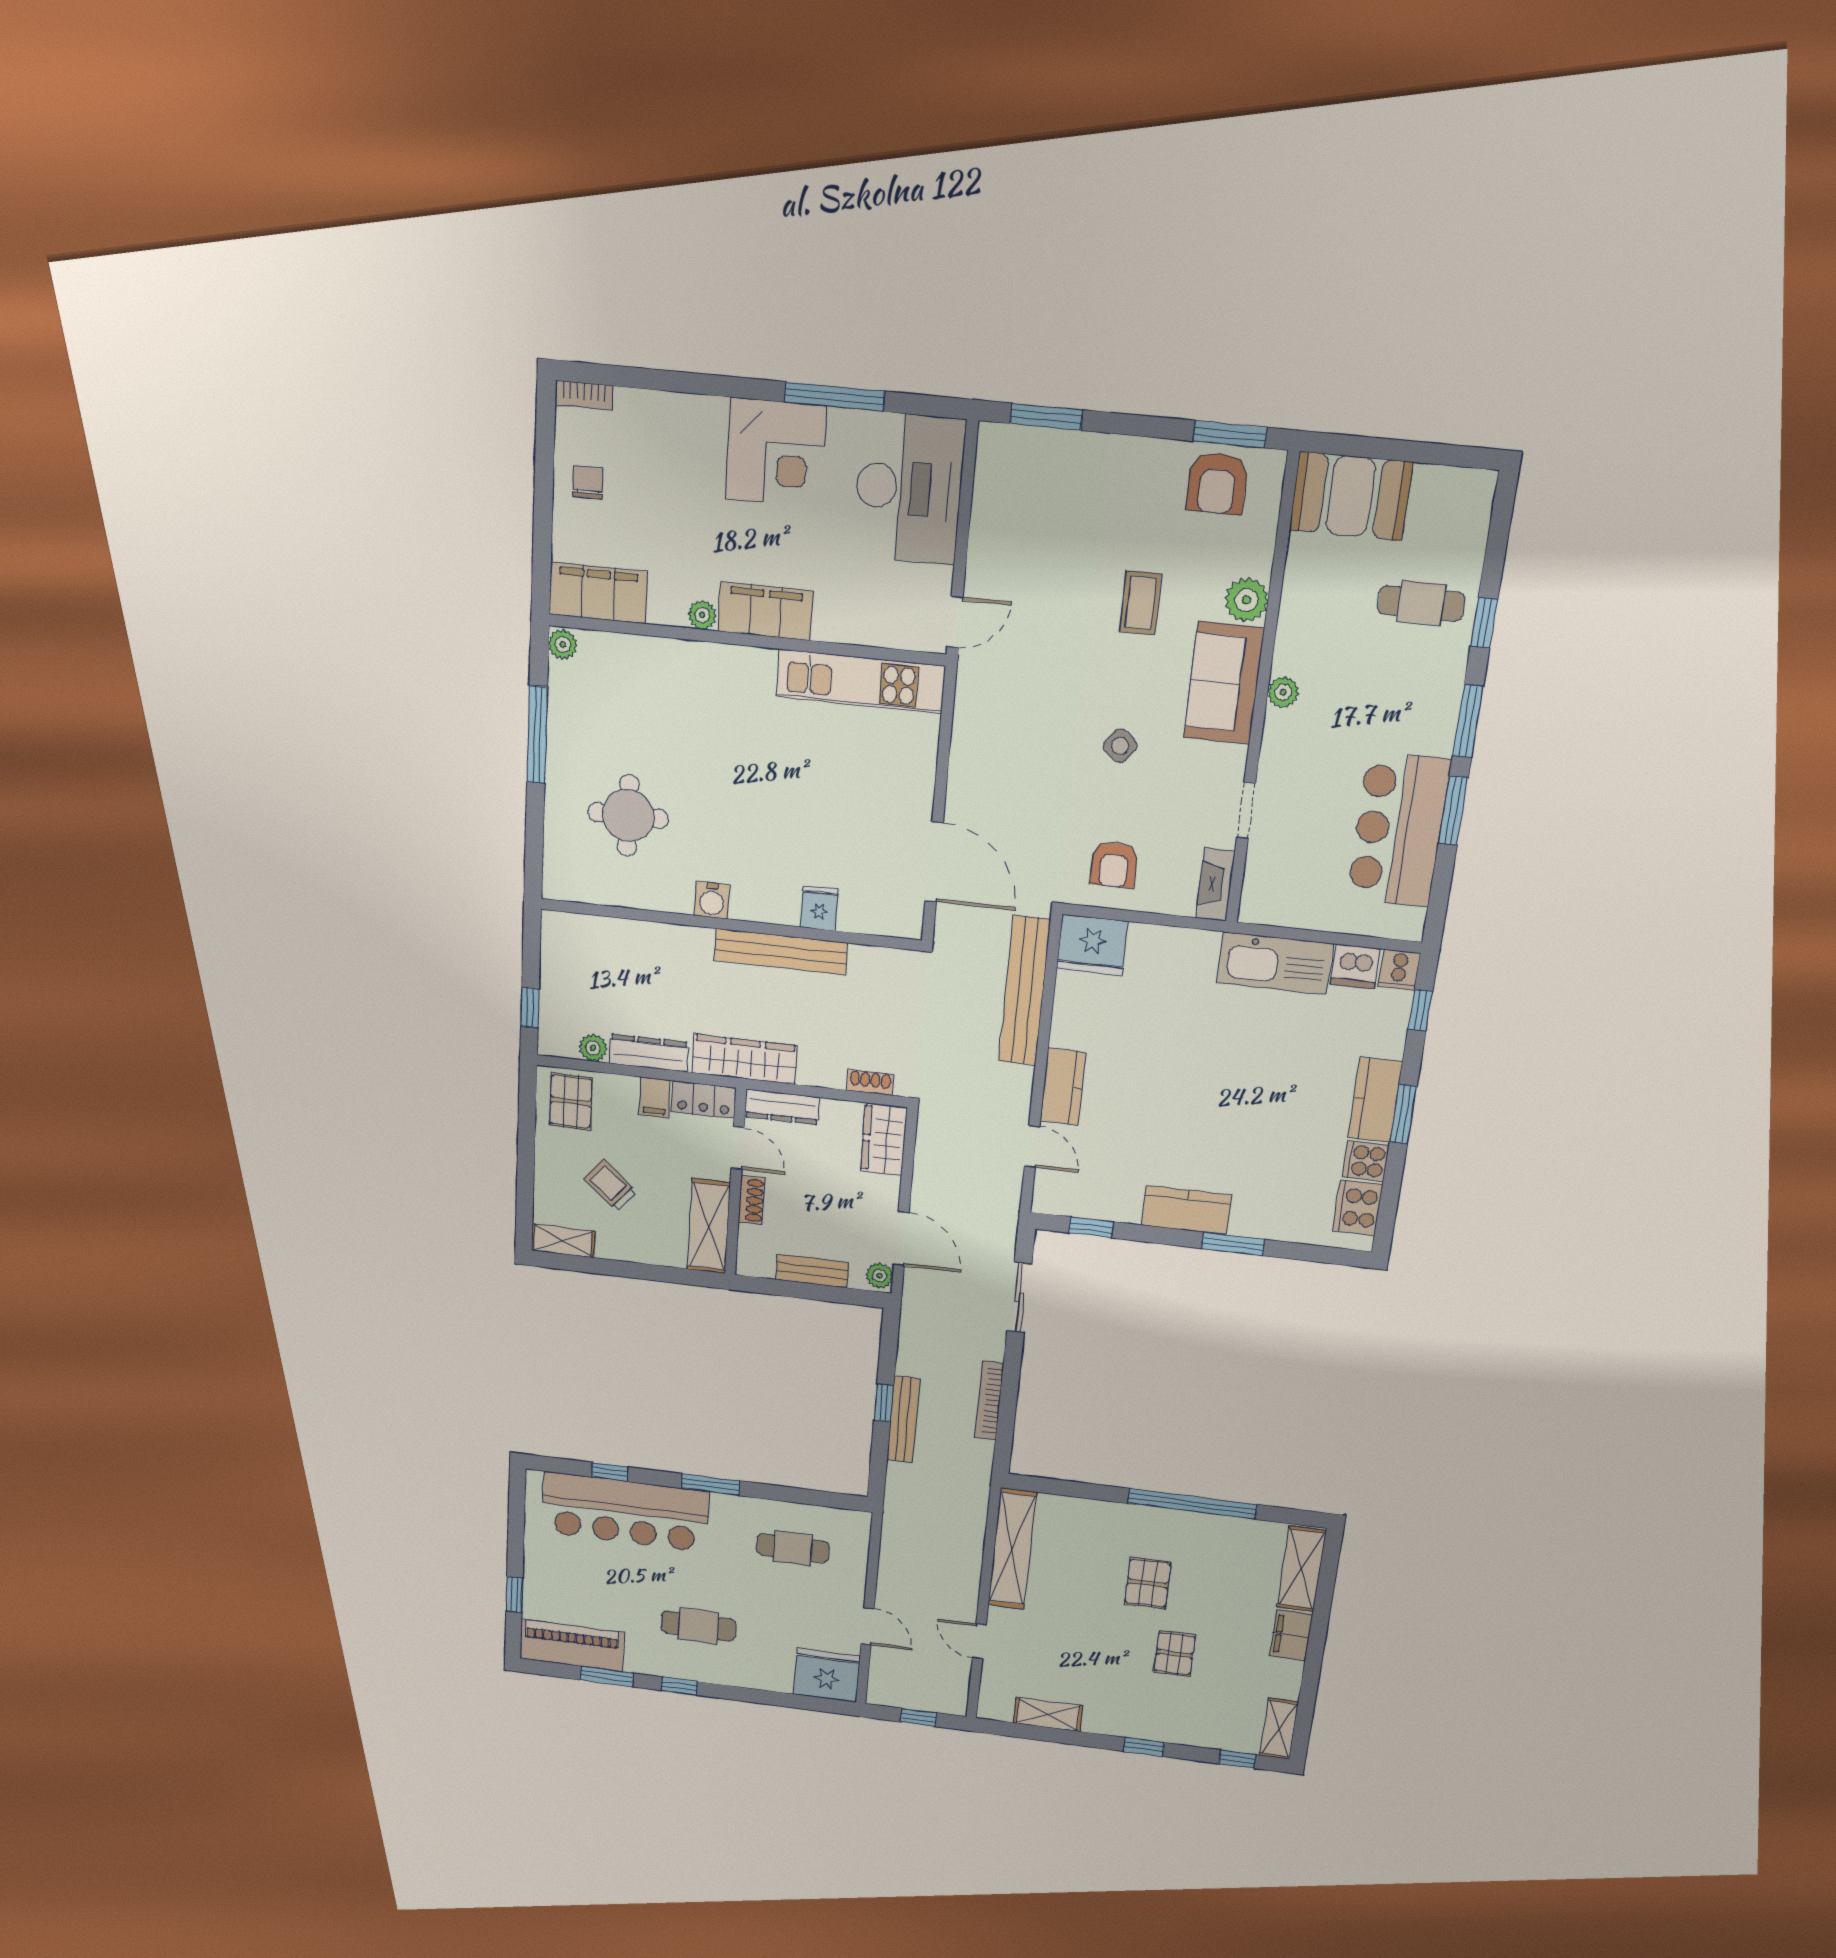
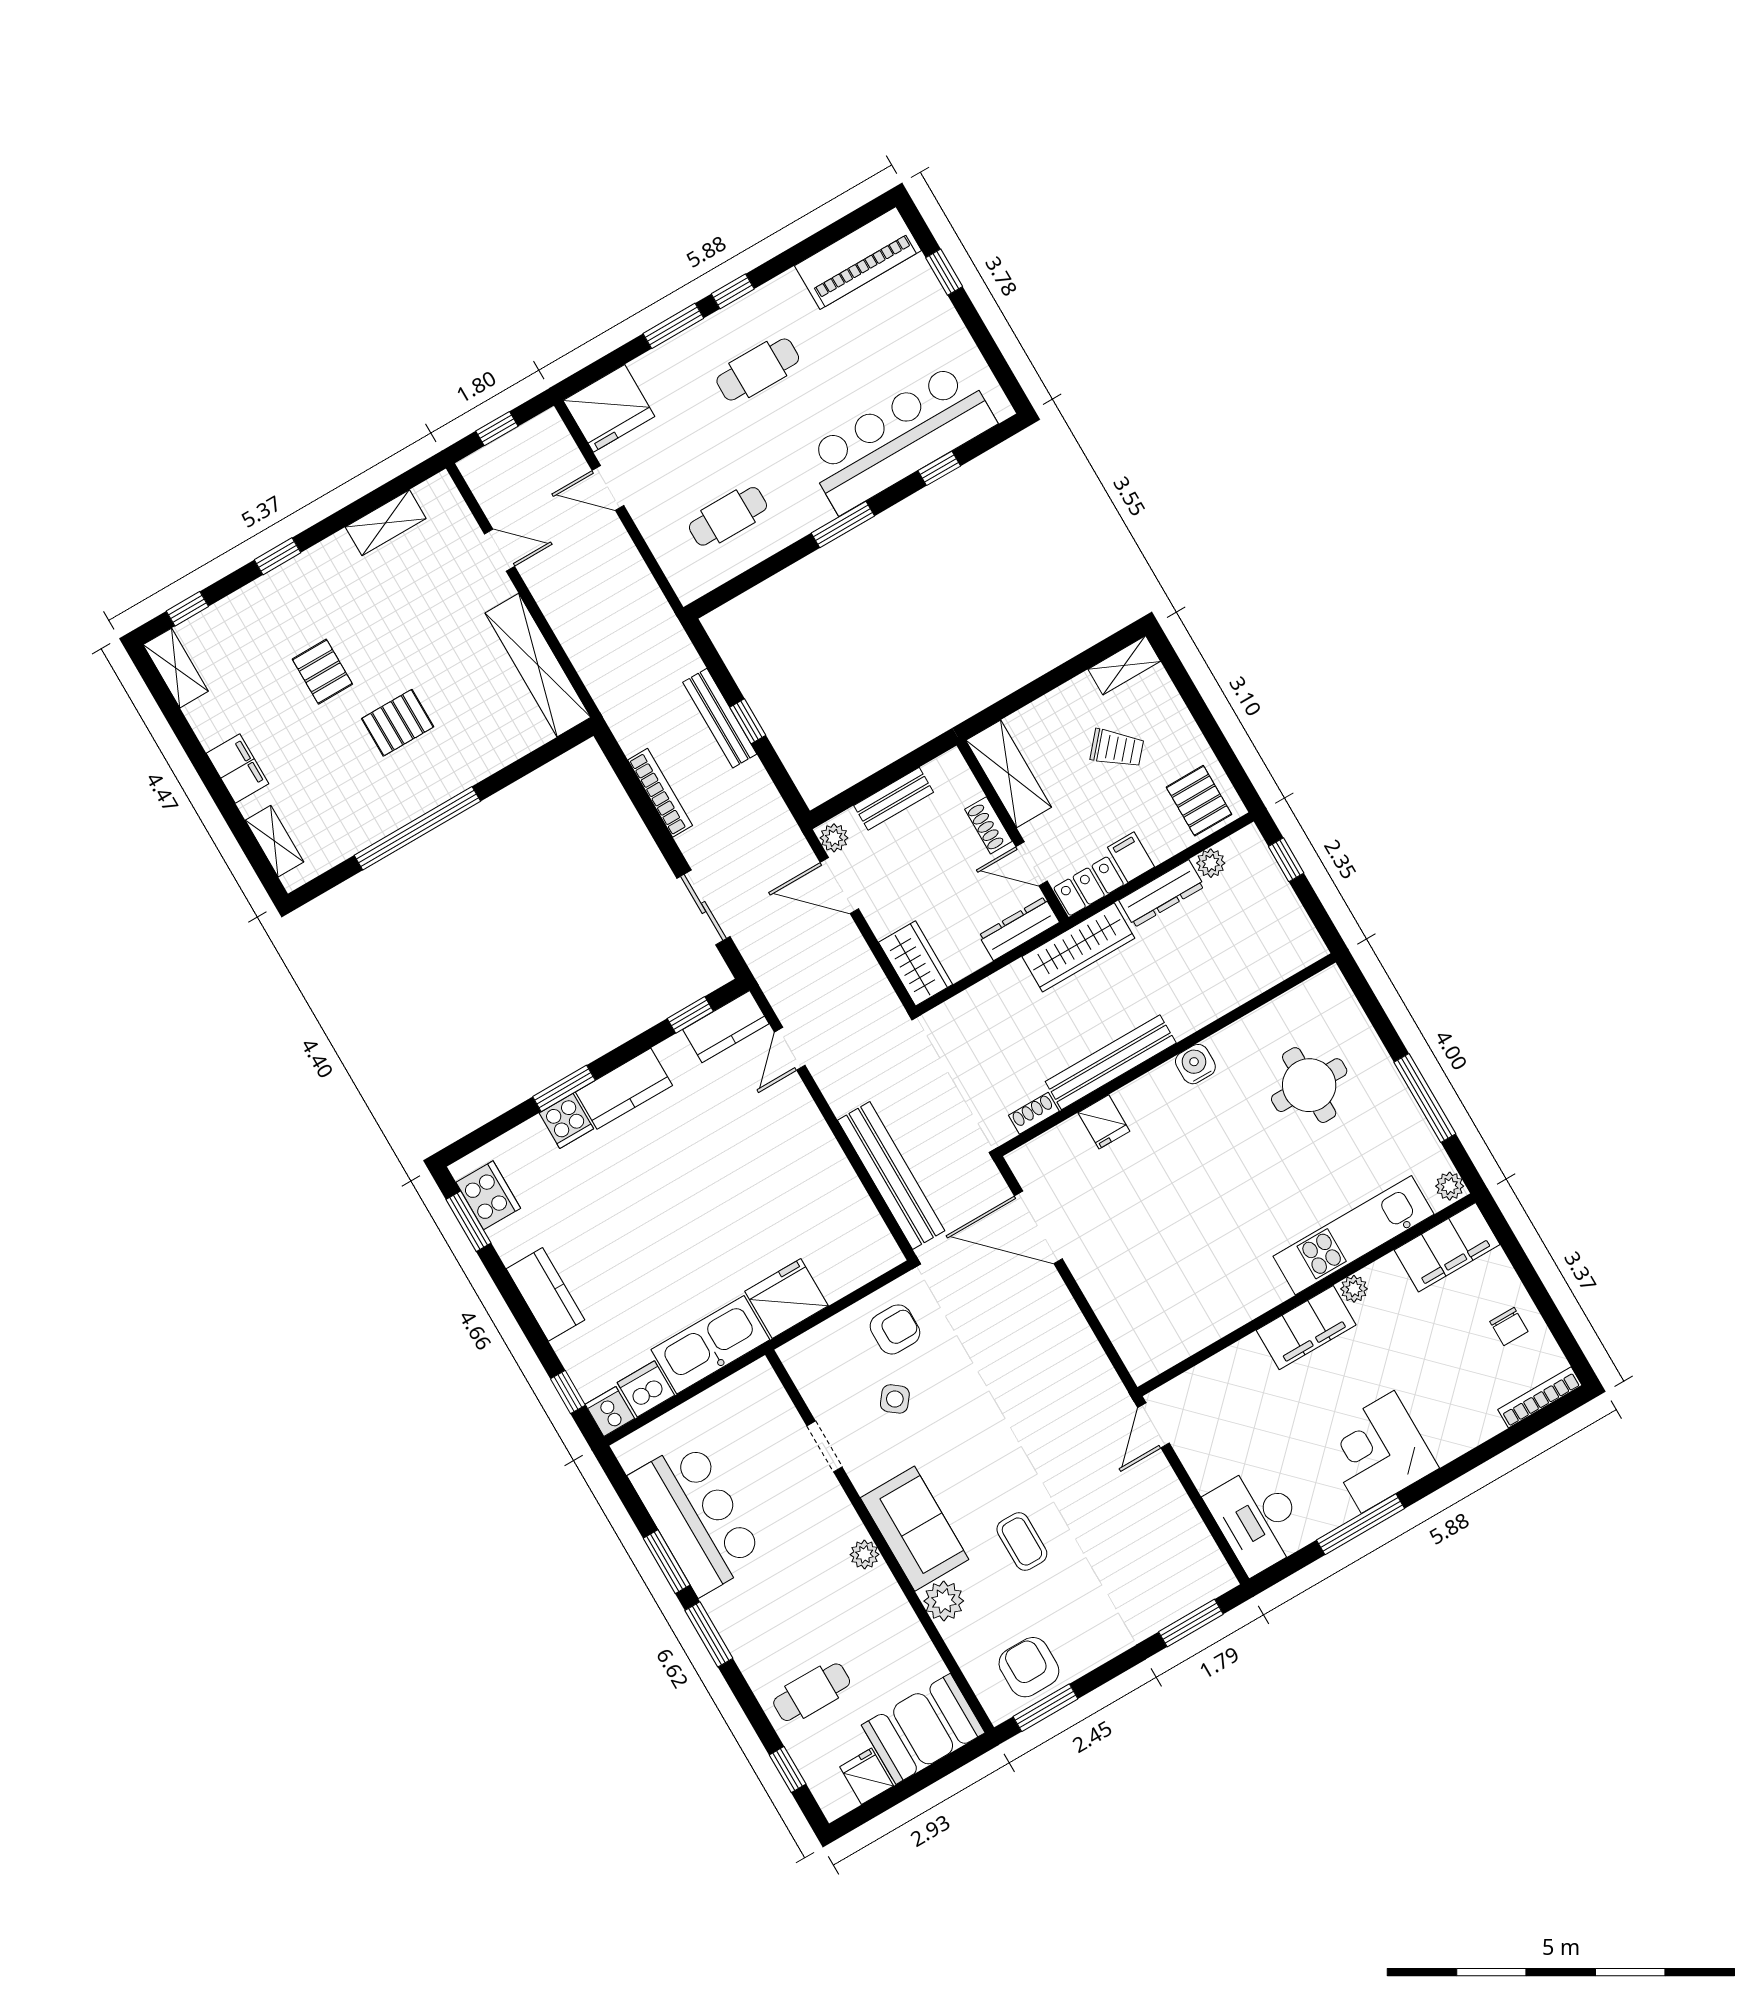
bookcase: (584, 395) -> (1540, 1397), width x1.56
desk: (909, 488) -> (1257, 1519), width x0.73, depth x0.77
fridge: (1433, 489) -> (867, 1776), added
window: (1484, 623) -> (788, 1769), moved
kitchen unit: (861, 681) -> (1353, 1235), moved
side table: (1120, 746) -> (895, 1399), moved
armchair: (1114, 865) -> (895, 1329), turned 90
fireplace: (1215, 884) -> (804, 1372), removed
fridge: (1092, 945) -> (787, 1299), moved
shoe rack: (870, 1083) -> (1034, 1113), moved, turned 180
kitchen counter: (1063, 1087) -> (726, 1027), moved, turned -90
window: (1403, 1114) -> (469, 1221), moved
door: (1032, 1146) -> (790, 1049), hinge flipped
cooker: (1366, 1161) -> (566, 1121), moved, turned 90
shelving: (1301, 1569) -> (274, 841), width x0.67, depth x0.75
pallet: (1148, 1583) -> (398, 723), turned 90
window: (607, 1677) -> (673, 326), moved

